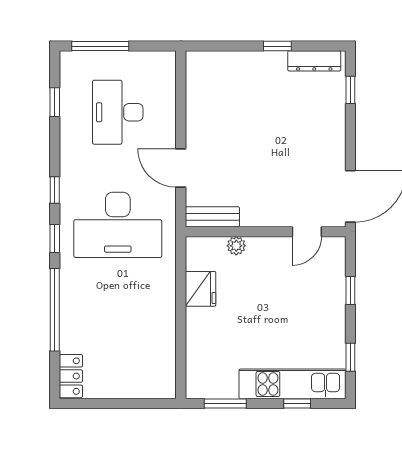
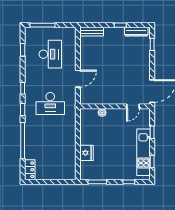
desk: (118, 112) -> (50, 54), turned 180
door: (181, 168) -> (78, 79), swing flipped
bench: (212, 217) -> (92, 32), moved
desk: (118, 225) -> (50, 103), width x0.73, depth x0.77
fridge: (201, 289) -> (86, 153), moved
kitchen unit: (292, 384) -> (144, 152), moved, turned -90

